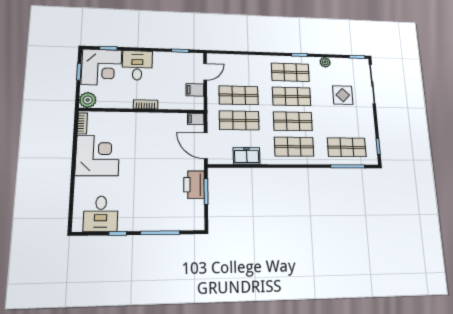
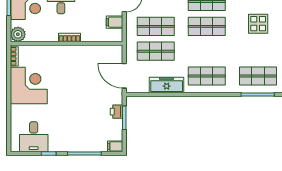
filing cabinet: (196, 119) -> (115, 146), moved
shop shelf: (293, 121) -> (207, 51), removed
freezer: (247, 156) -> (167, 85), width x1.40
printer: (194, 185) -> (117, 112), width x0.53, depth x0.68

